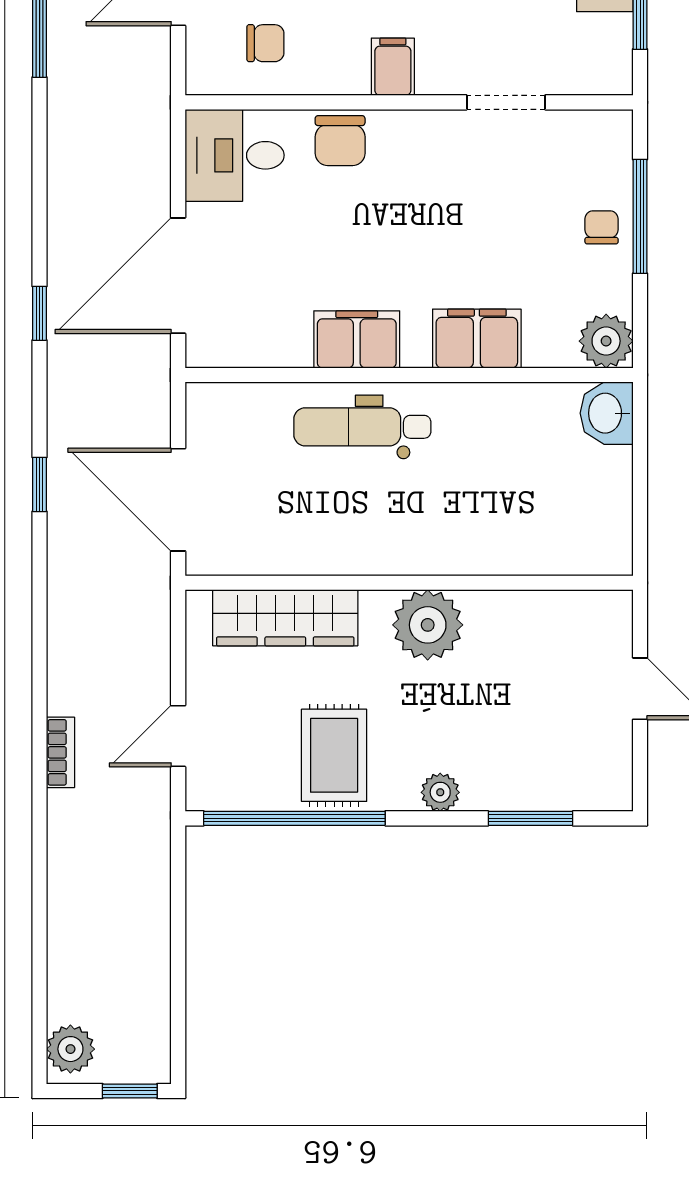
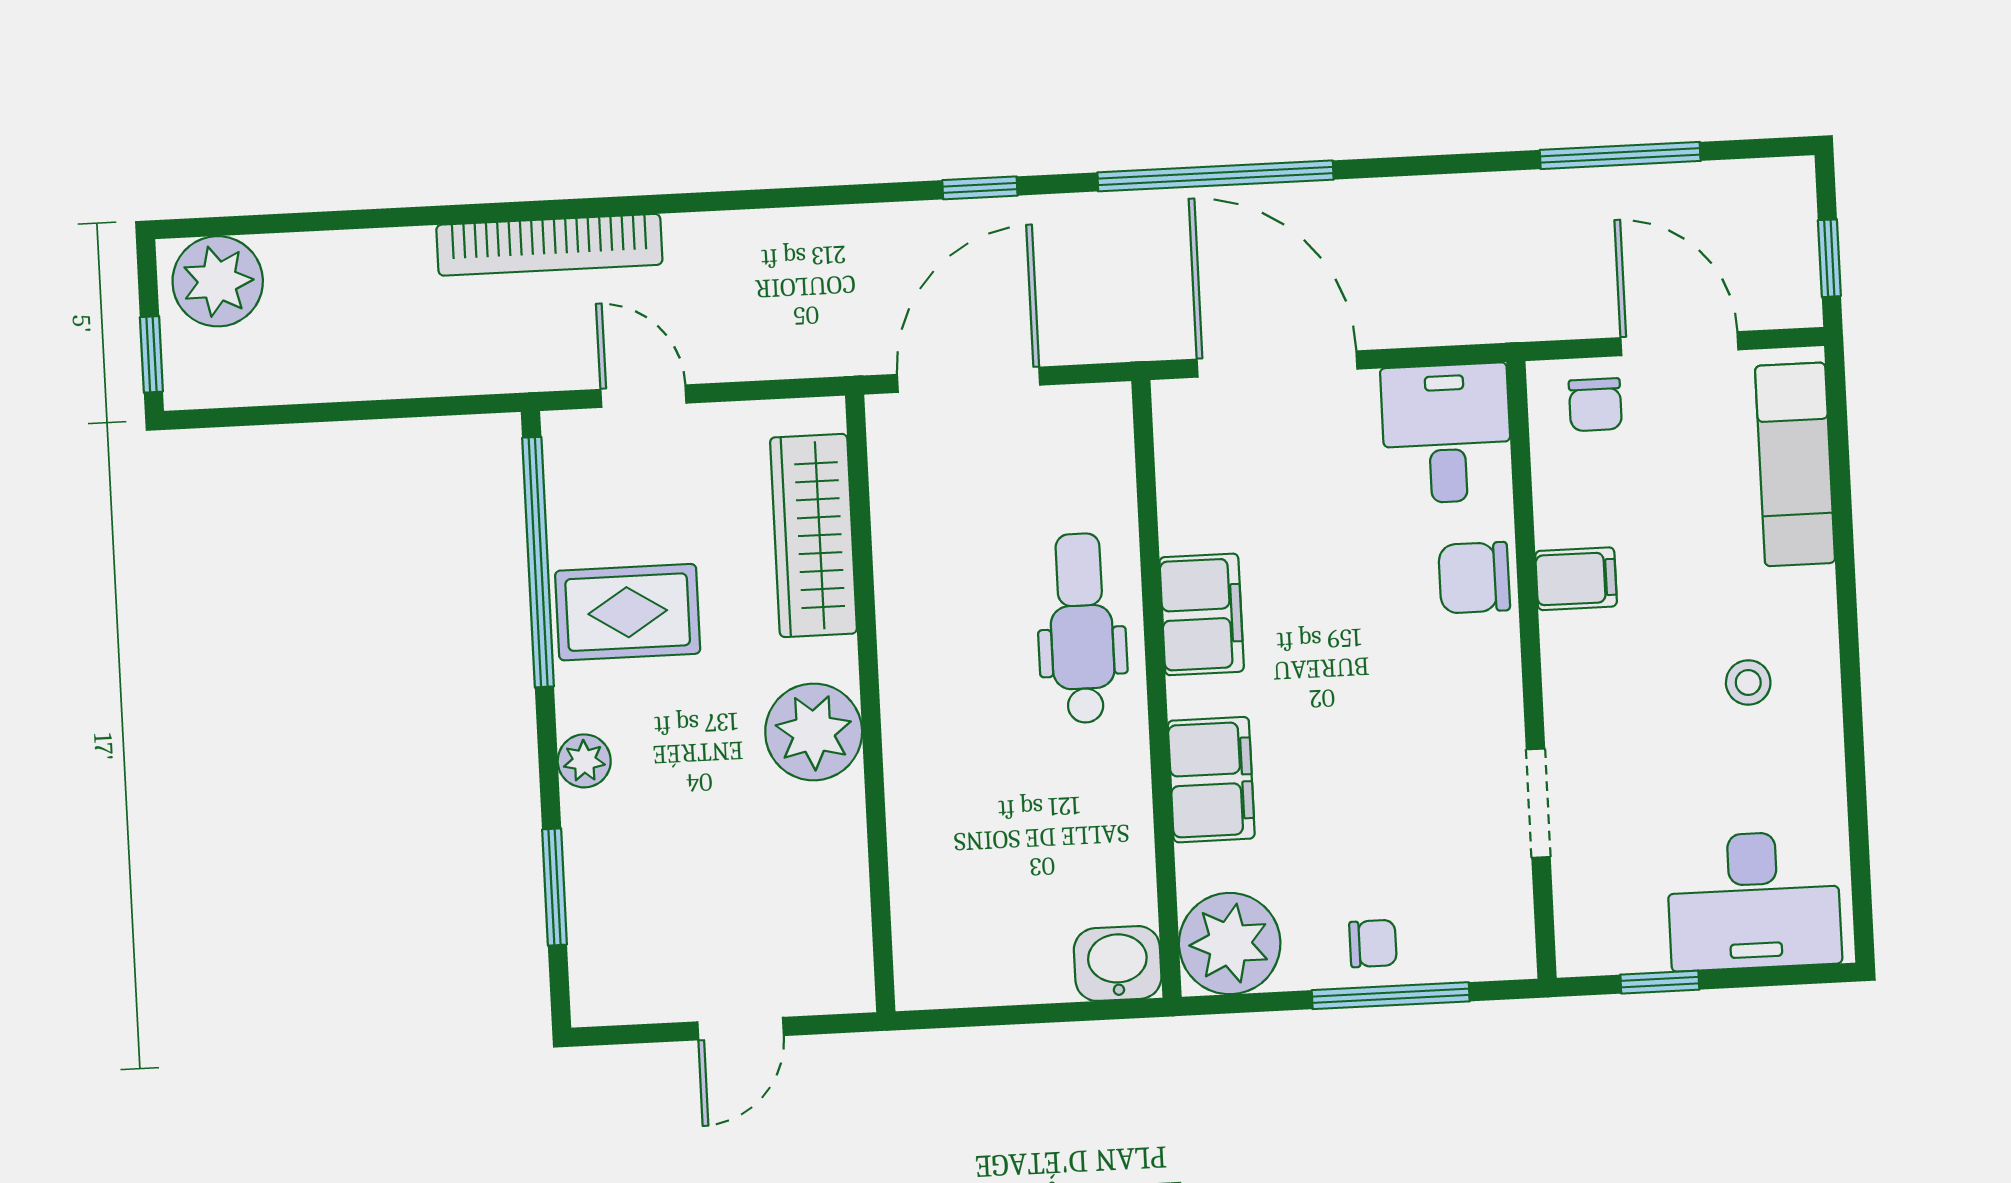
chair: (265, 43) -> (1595, 405), moved
filing cabinet: (393, 67) -> (1576, 579), moved
window: (40, 313) -> (1216, 176), width x3.17
plant: (606, 341) -> (1230, 944), width x1.36, depth x1.36
bookcase: (60, 752) -> (549, 245), width x2.31, depth x1.31
plant: (70, 1049) -> (218, 281), width x1.36, depth x1.36

